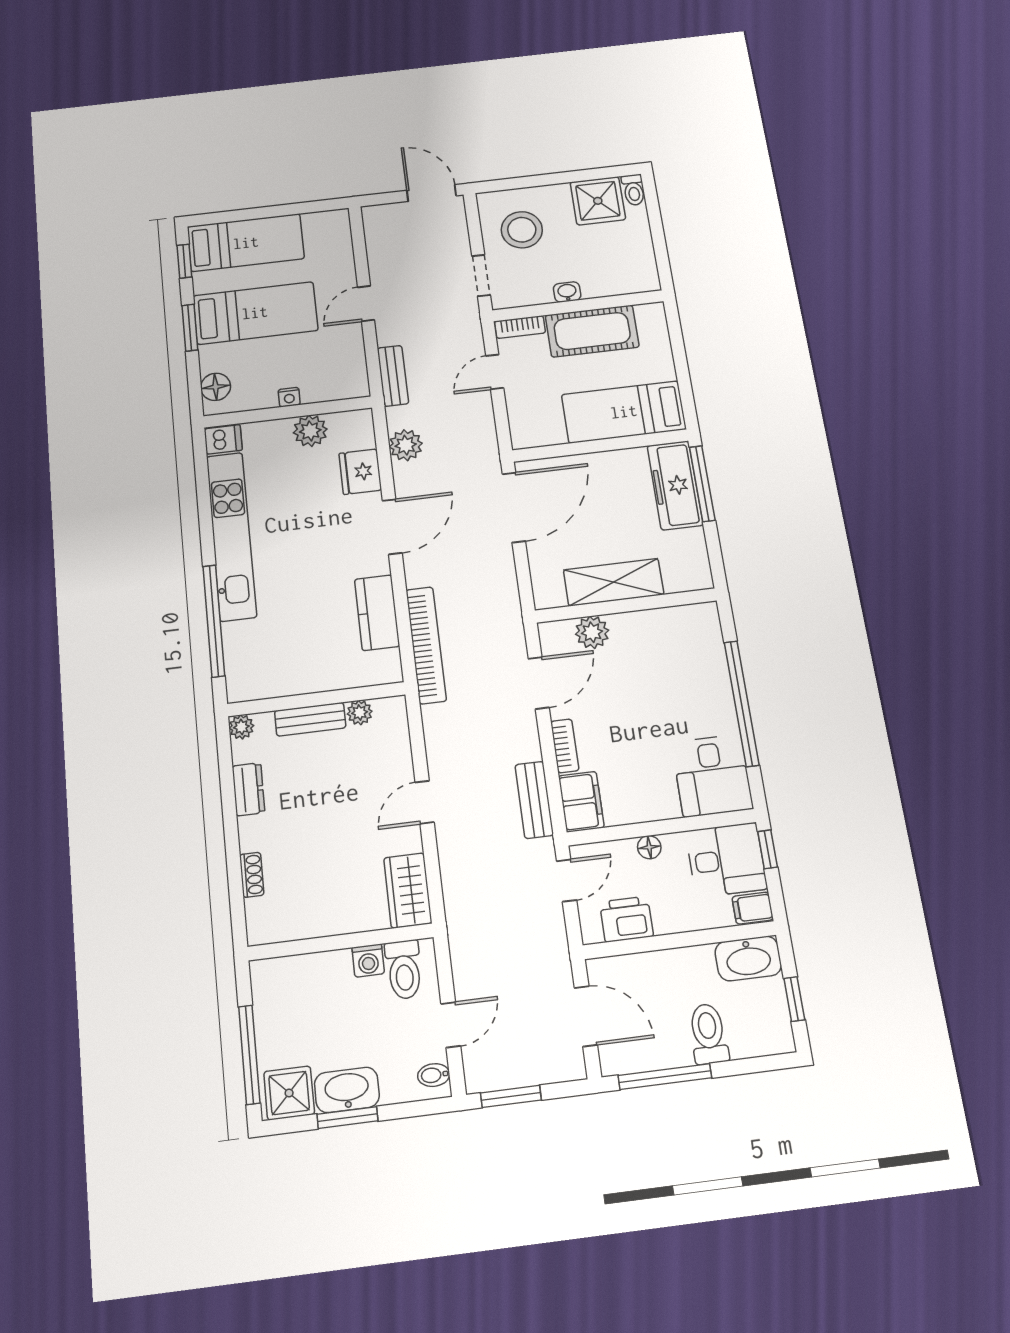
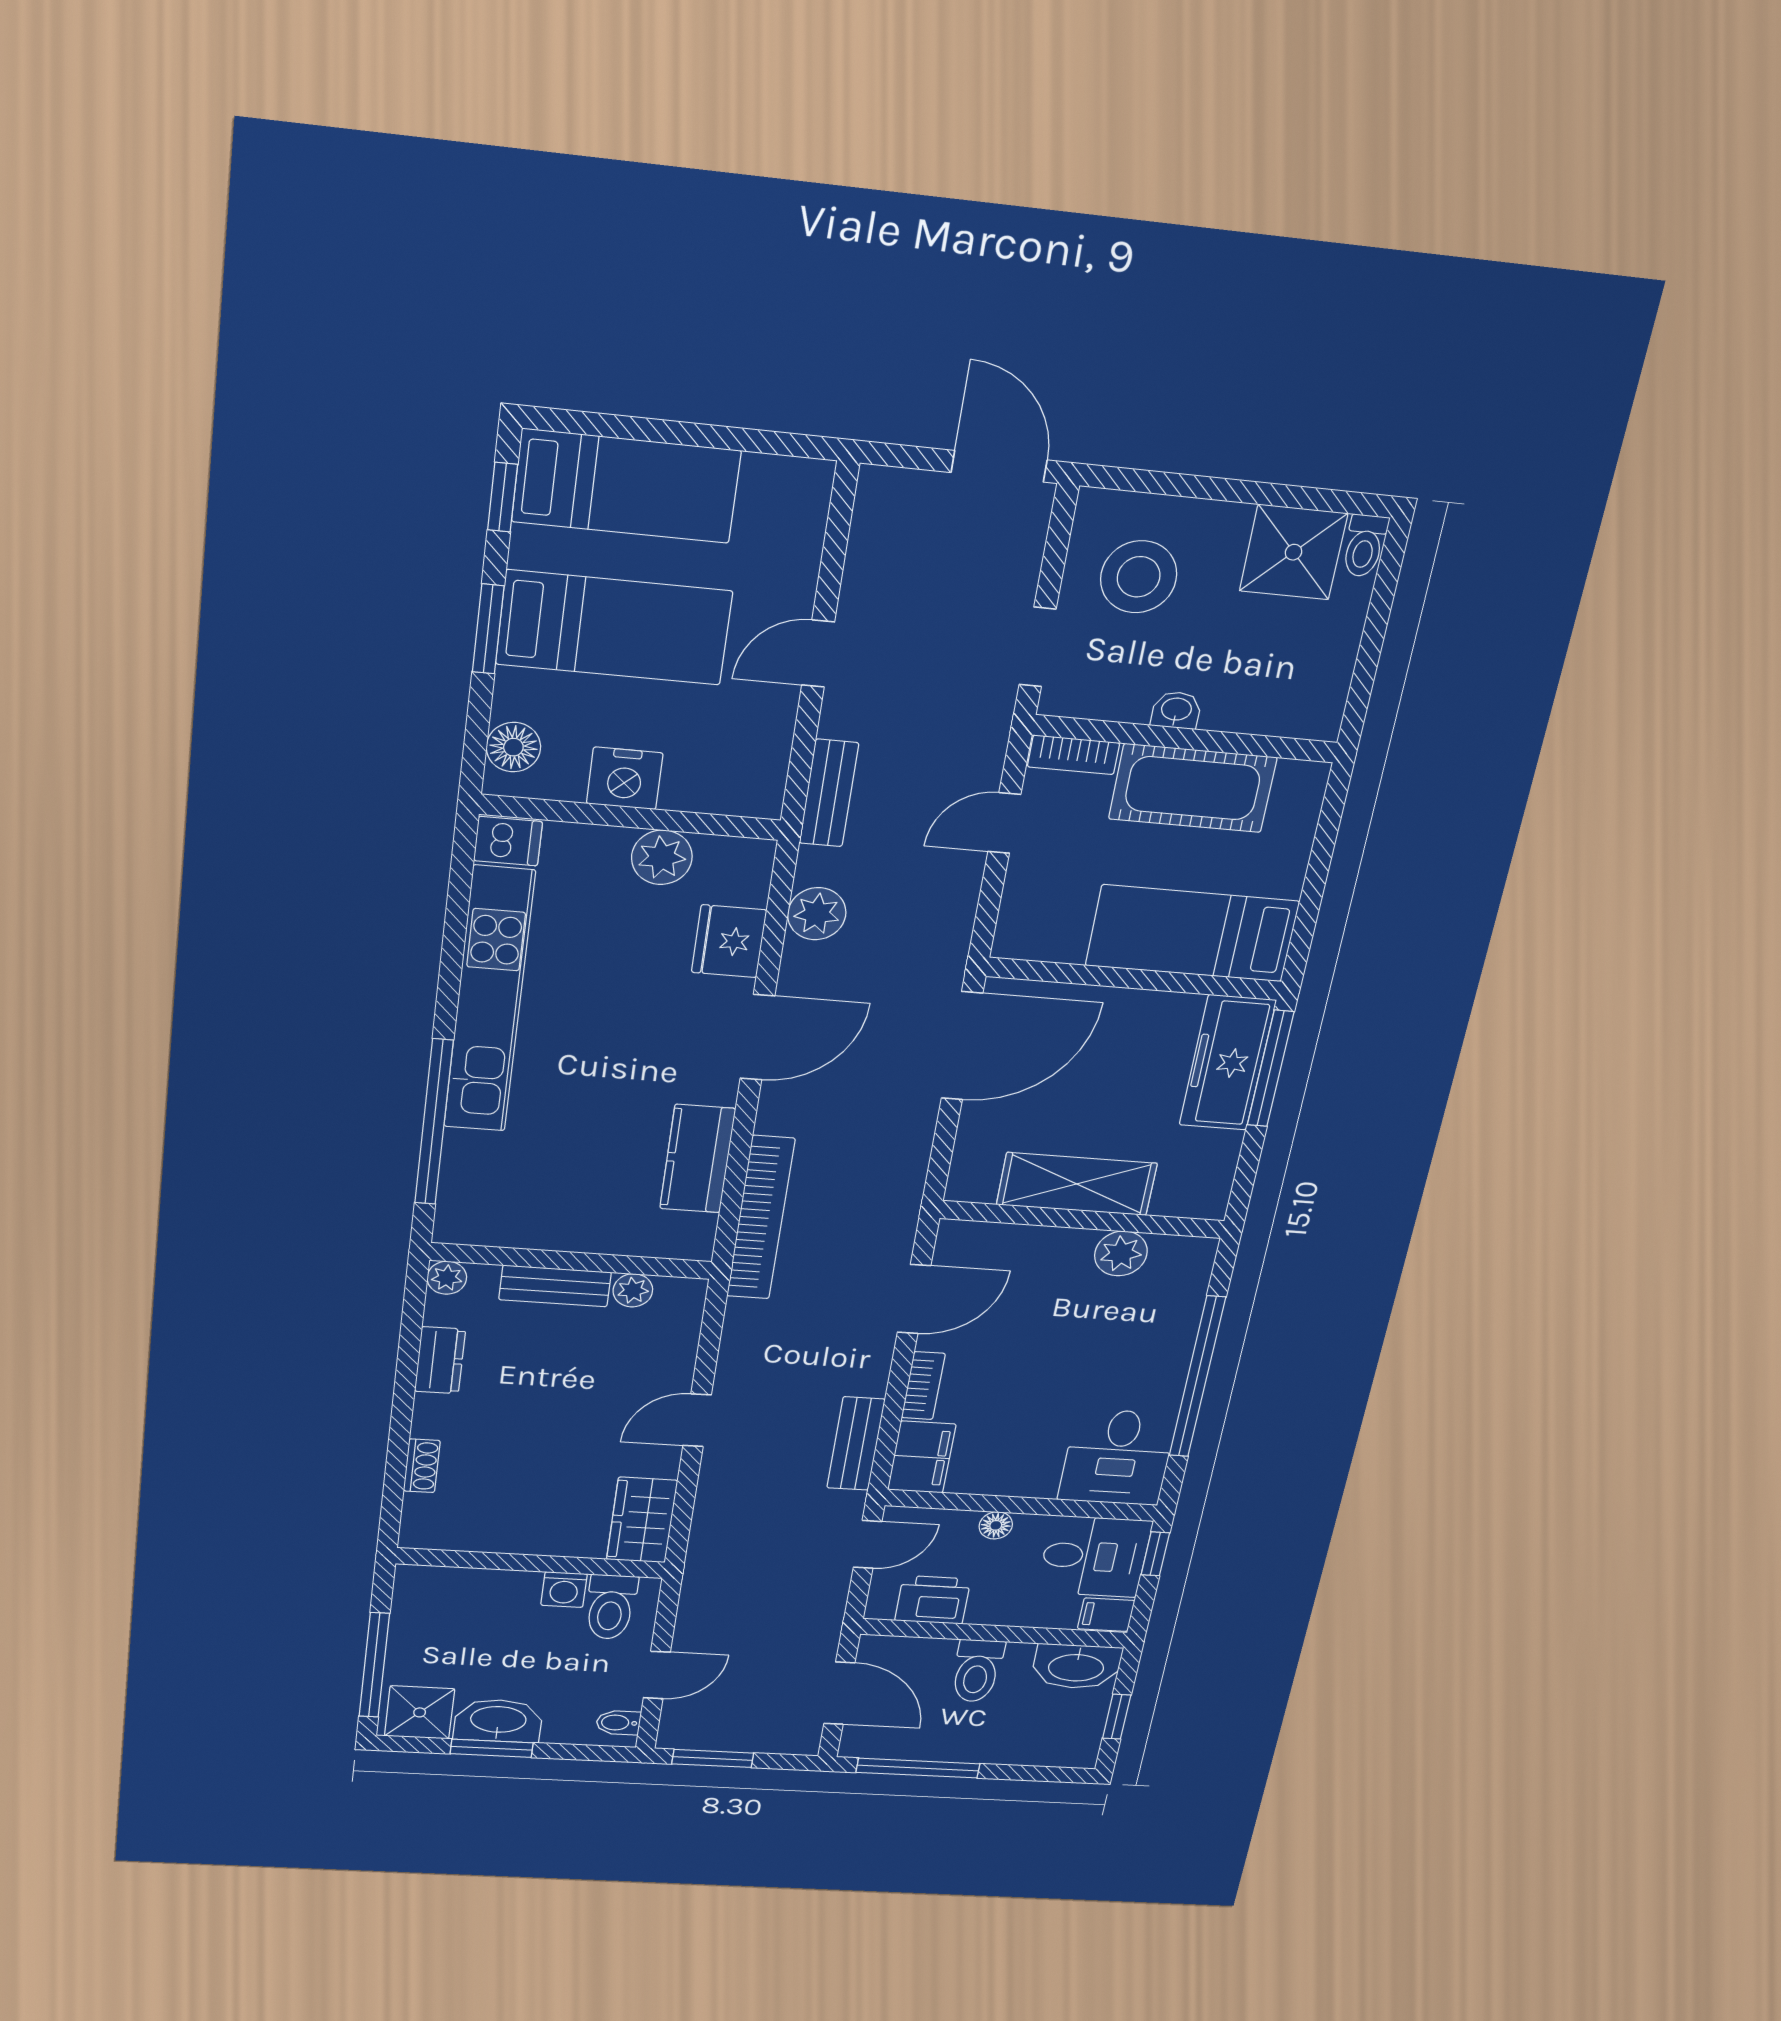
nightstand: (289, 397) -> (625, 778), width x1.89, depth x1.79
plant: (592, 632) -> (1121, 1253), moved
toilet: (708, 1034) -> (977, 1671), moved, turned 180

